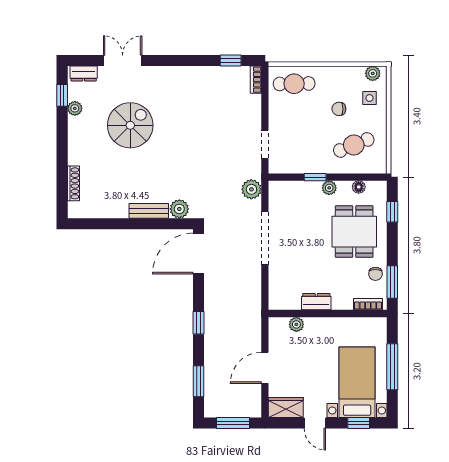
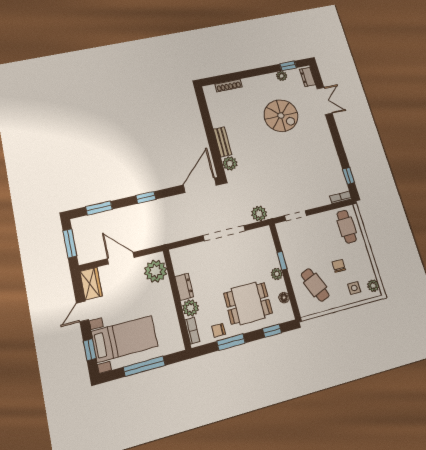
door: (198, 254) -> (200, 185), hinge flipped
window: (392, 282) -> (231, 342), moved
plant: (342, 300) -> (191, 308), added
plant: (296, 324) -> (156, 271), width x1.87, depth x1.87

